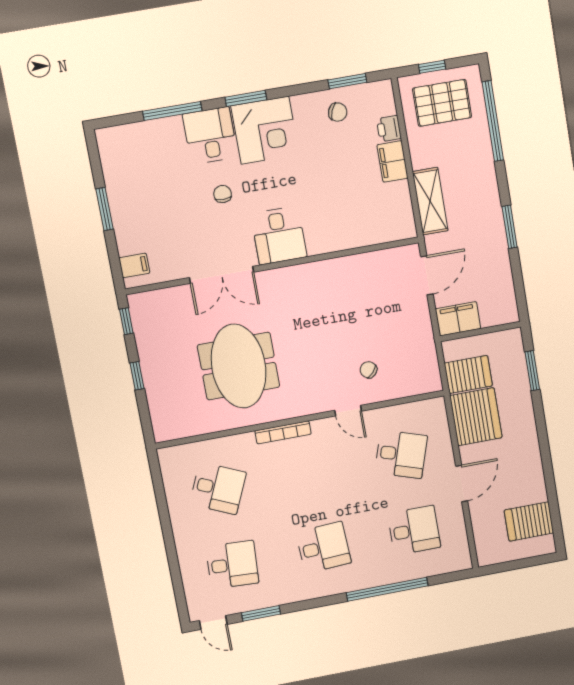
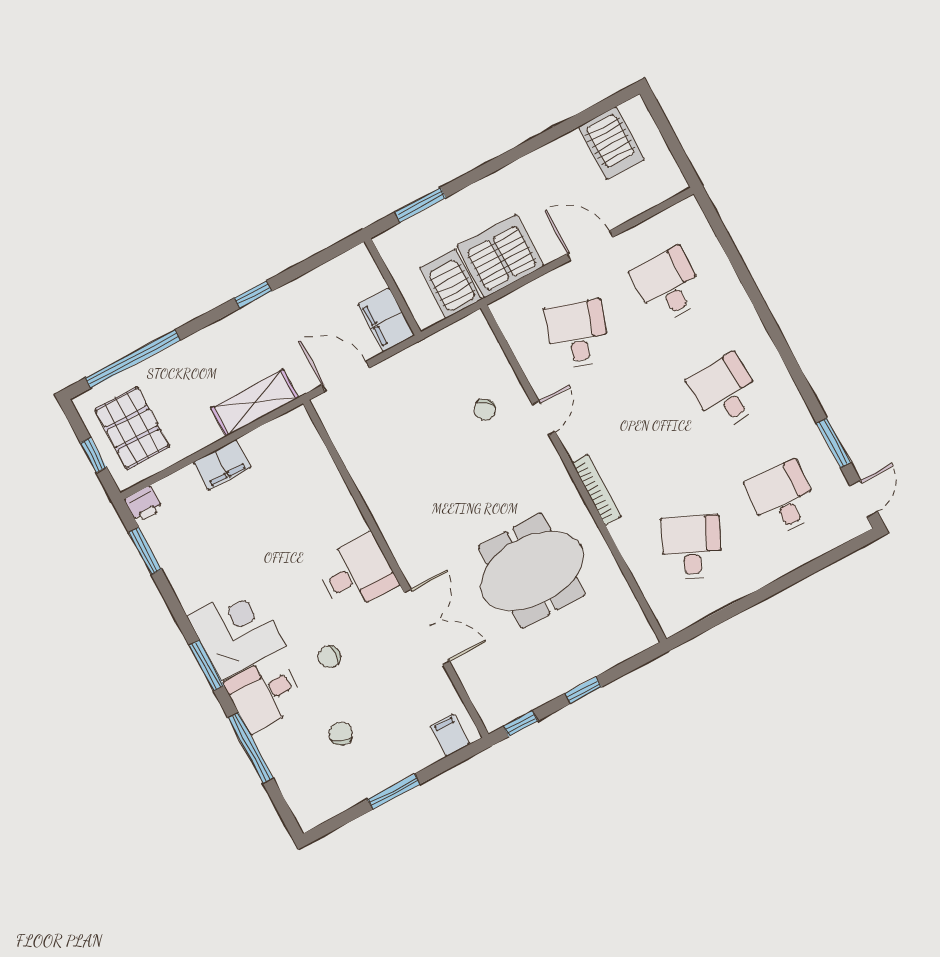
chair: (338, 112) -> (341, 734), moved
printer: (389, 129) -> (143, 504), moved
window: (510, 227) -> (253, 295), width x0.67
window: (387, 589) -> (754, 294), removed

